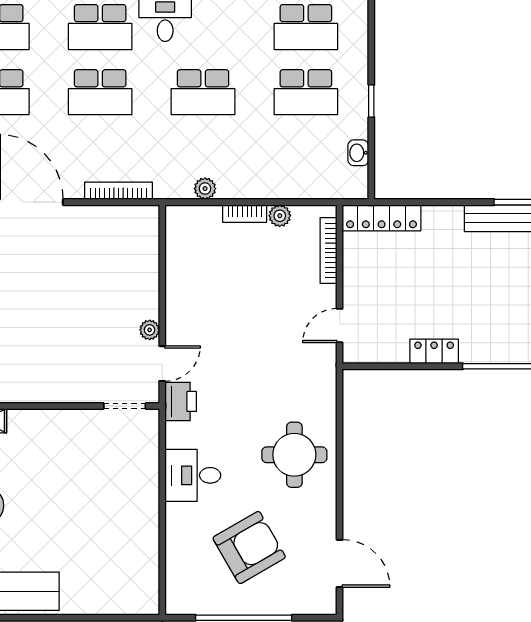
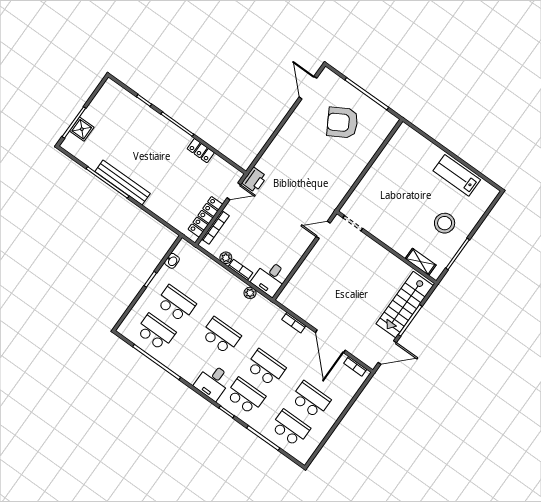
bookcase: (118, 191) -> (294, 323), width x0.64
locker: (382, 218) -> (205, 217), moved, turned -90
plant: (150, 330) -> (318, 248), removed
printer: (181, 401) -> (254, 180), moved, turned 180
round table: (294, 455) -> (294, 149), removed
desk: (193, 475) -> (270, 278), moved, turned 90

